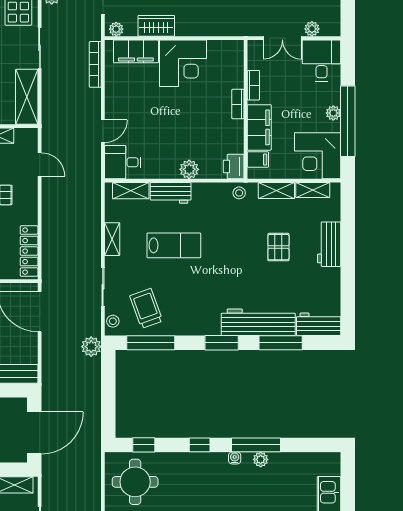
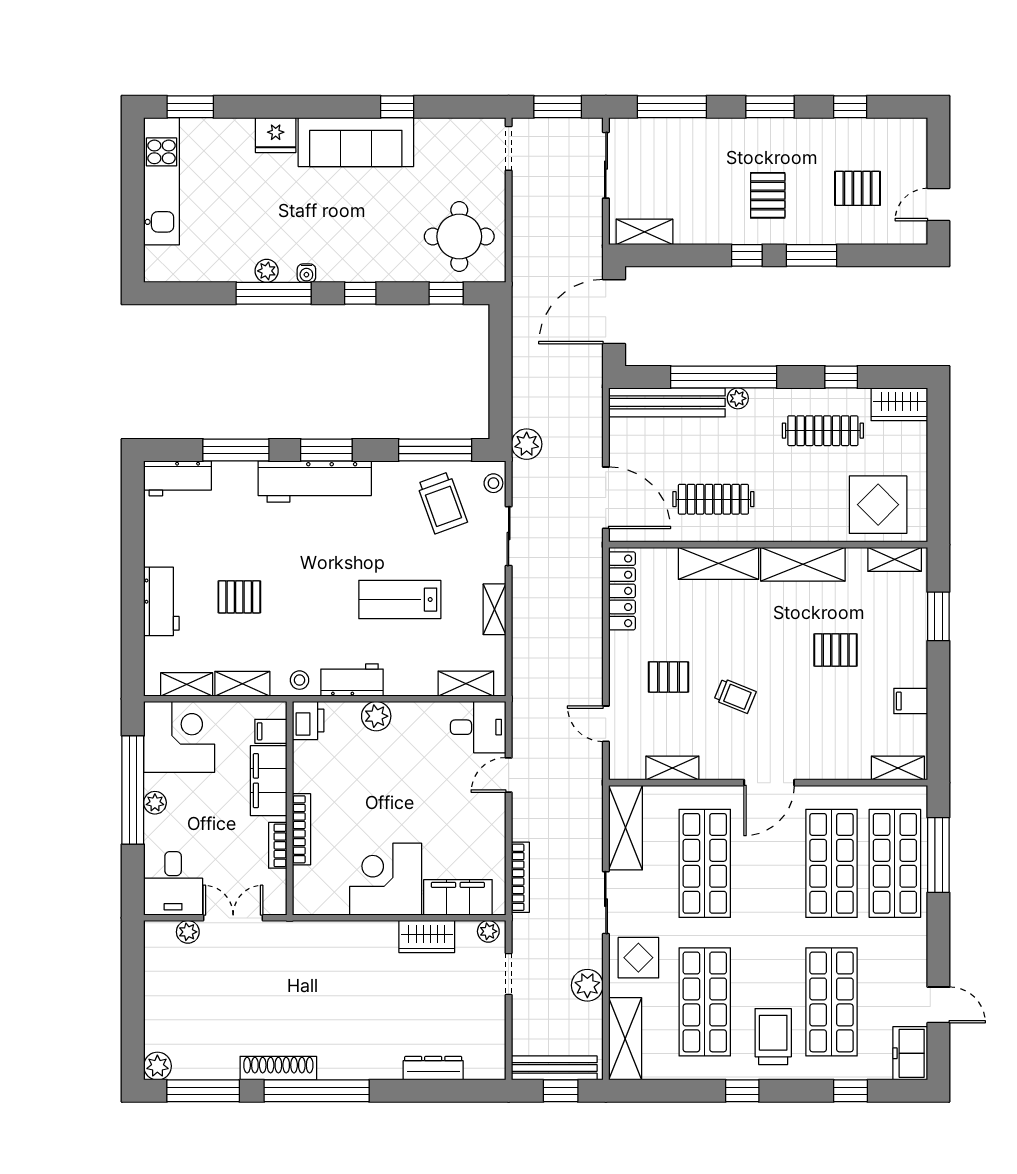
bookcase: (238, 104) -> (301, 829), width x1.56
workbench: (171, 193) -> (352, 680), moved
pallet: (278, 247) -> (239, 597), turned 90
workbench: (258, 322) -> (315, 482), moved

